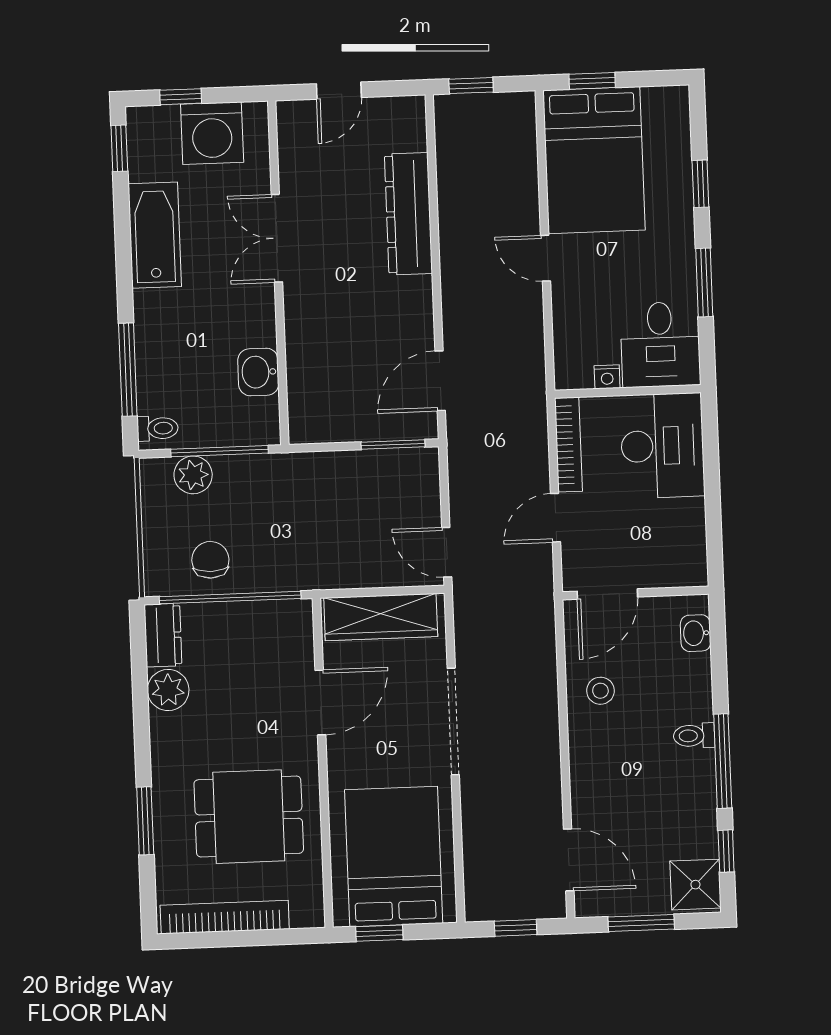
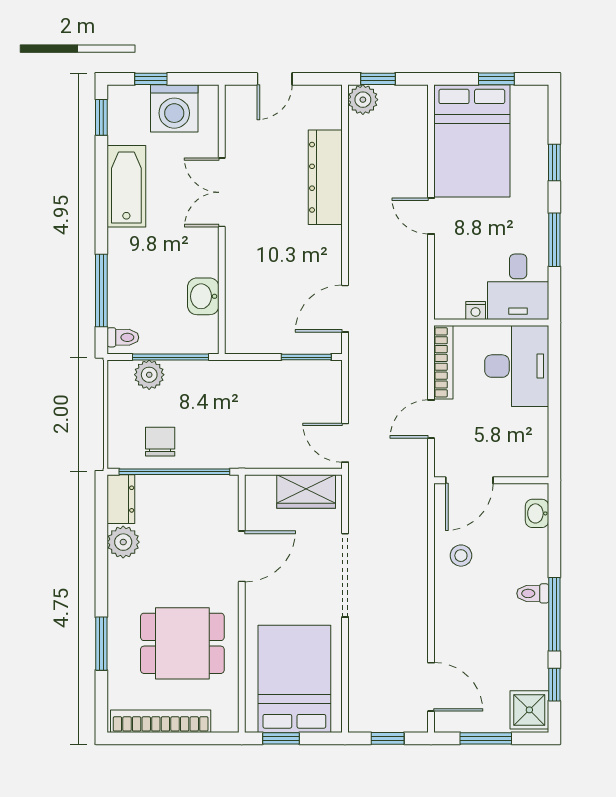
window: (592, 81) -> (496, 79), moved
plant: (453, 113) -> (363, 100), added
wardrobe: (381, 617) -> (306, 492), width x0.67

